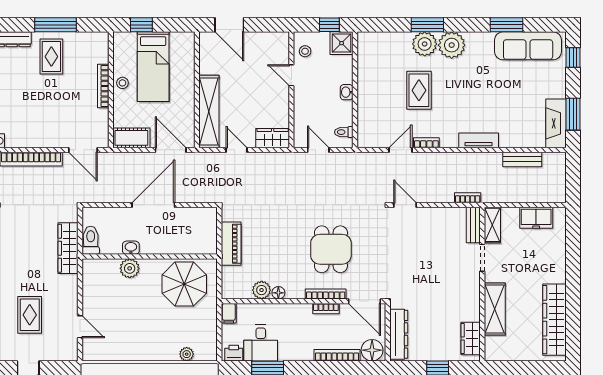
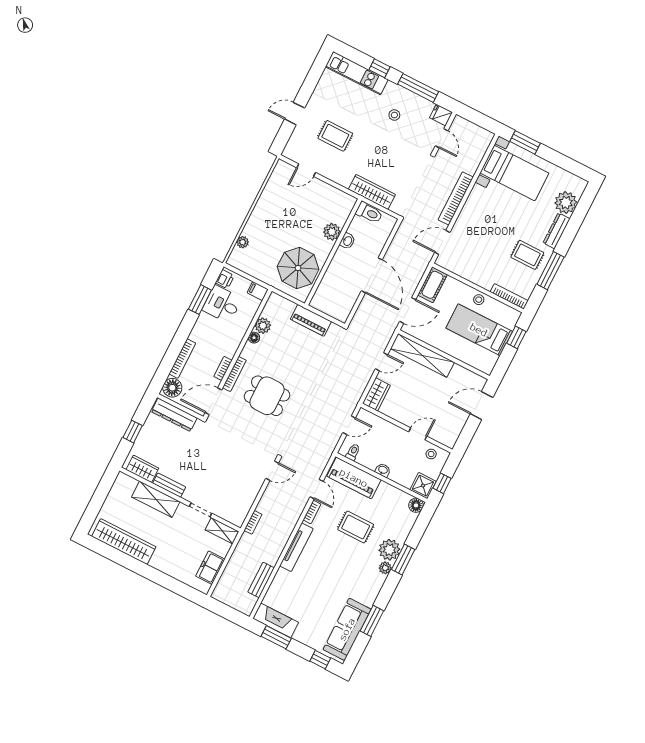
floor lamp: (365, 40) -> (416, 505), added
plant: (452, 45) -> (385, 568), width x0.53, depth x0.53
bookcase: (103, 86) -> (509, 296), moved
piano: (370, 118) -> (354, 478), added
tv unit: (479, 140) -> (296, 547), width x1.41
bench: (473, 225) -> (169, 485), moved

